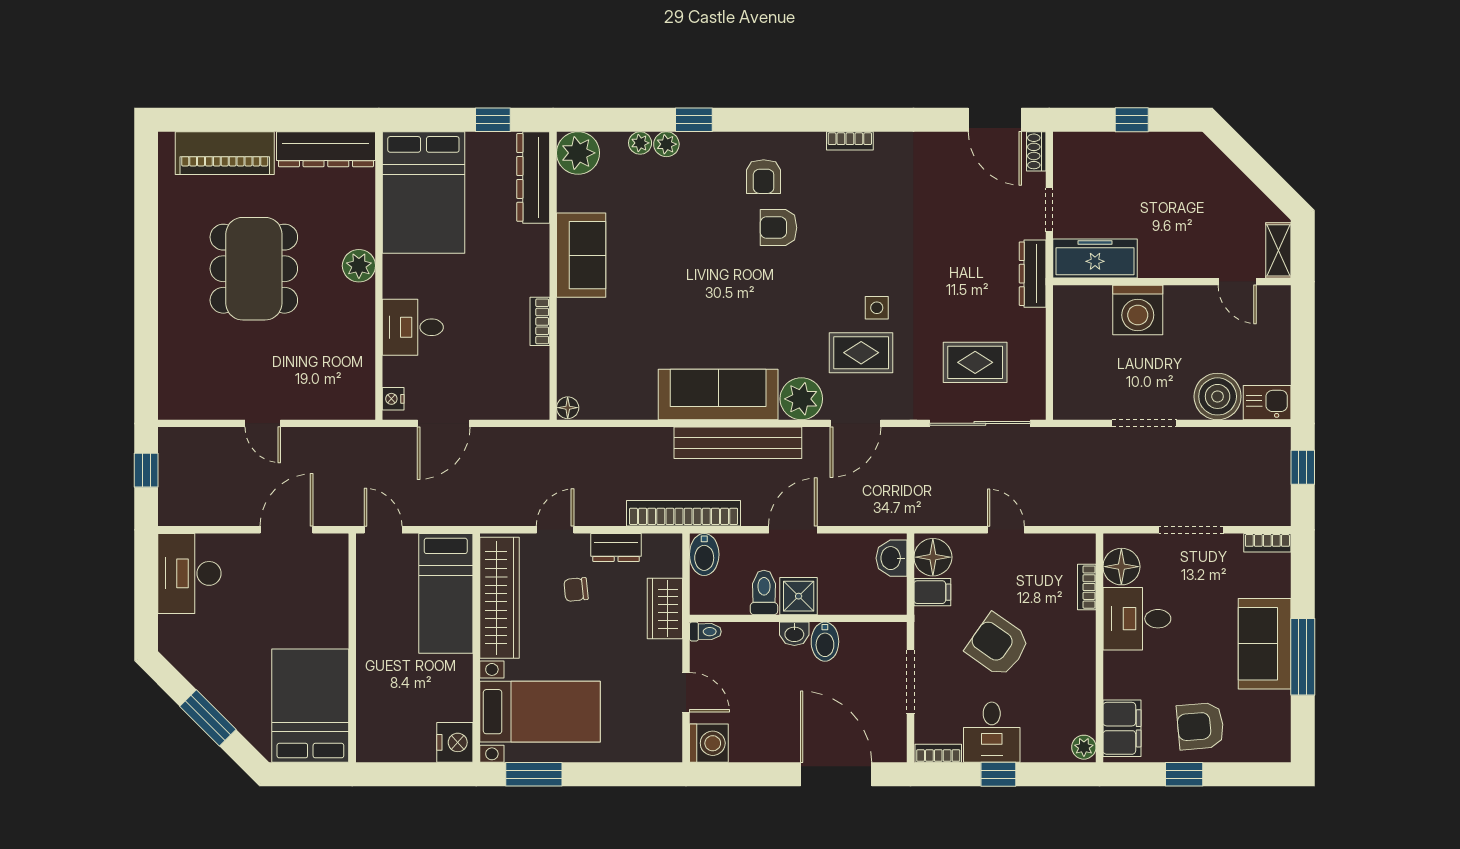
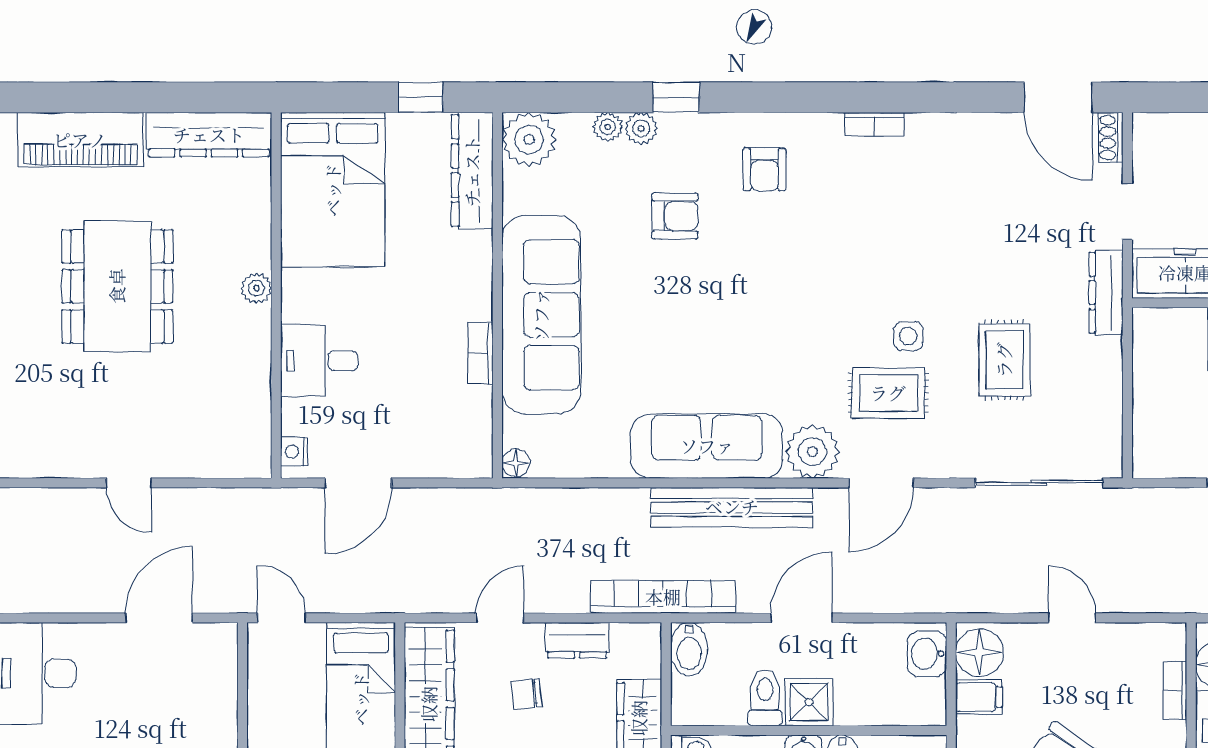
armchair: (778, 228) -> (675, 216), moved, turned 180
sofa: (581, 255) -> (541, 315), width x1.85, depth x1.27
plant: (359, 266) -> (256, 288), width x0.73, depth x0.73
rug: (975, 362) -> (1004, 360), moved, turned 90

